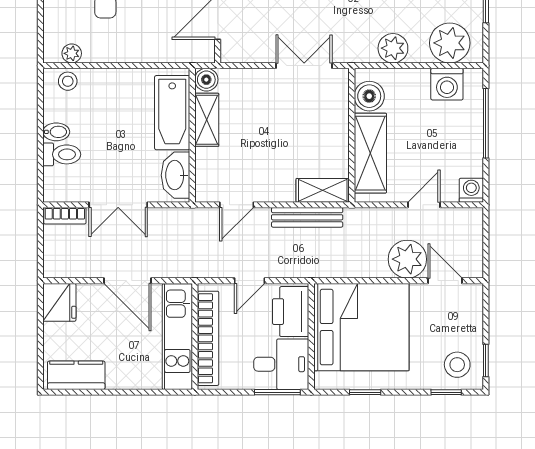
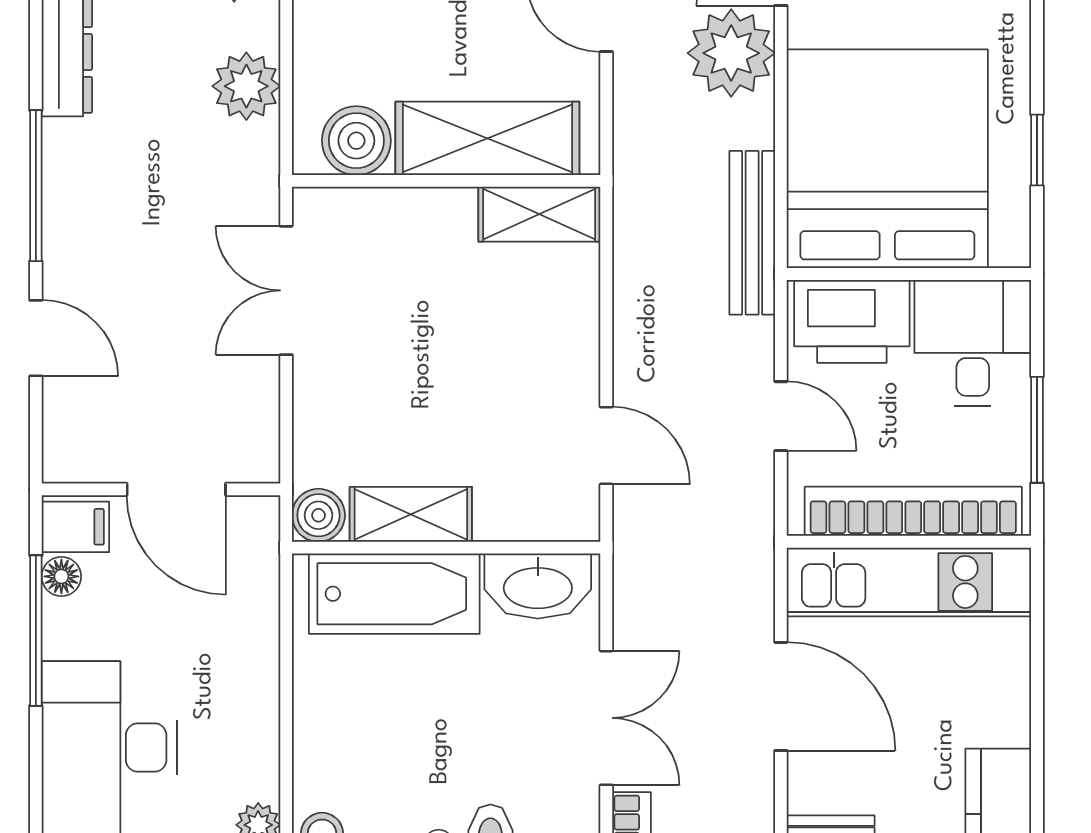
shelving: (323, 190) -> (539, 214), moved, turned 90
bench: (307, 217) -> (752, 233), moved
door: (128, 281) -> (781, 696), hinge flipped
window: (277, 392) -> (1037, 430), moved

